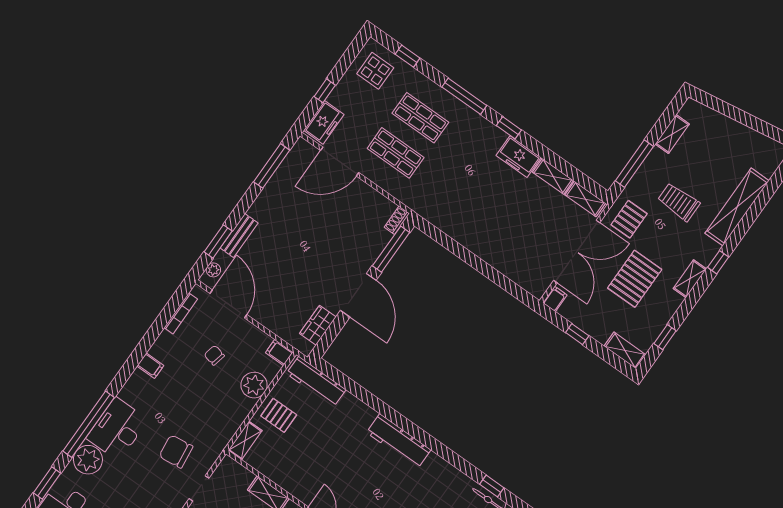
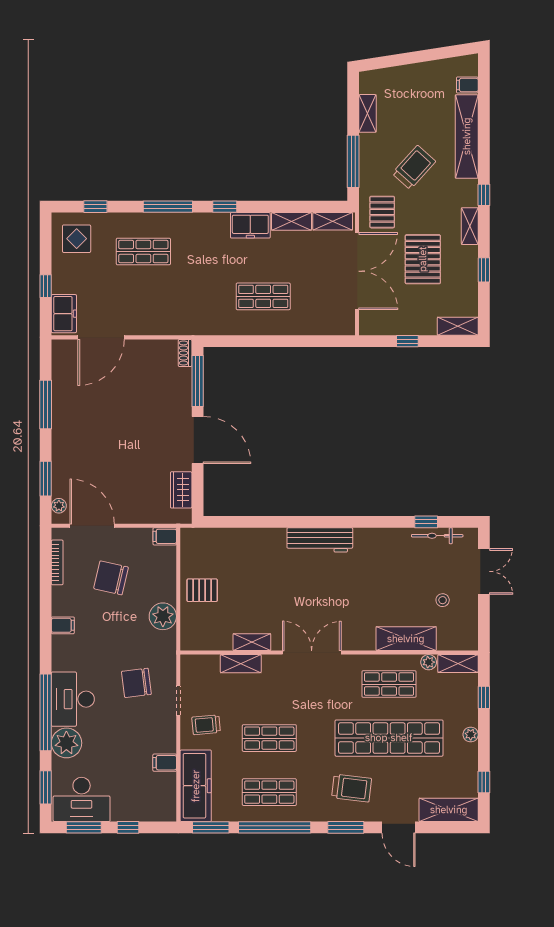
shop shelf: (396, 153) -> (263, 296), moved
window: (272, 166) -> (46, 404), moved
trolley: (679, 202) -> (414, 167), turned 132
bench: (239, 236) -> (60, 461), removed
filing cabinet: (555, 299) -> (467, 85), moved, turned -90
window: (665, 337) -> (484, 270), moved
chair: (214, 355) -> (111, 578), width x1.87, depth x1.87
workbench: (316, 382) -> (214, 539), removed
plant: (254, 385) -> (163, 616), moved
shelving: (245, 440) -> (252, 642), moved, turned 90

